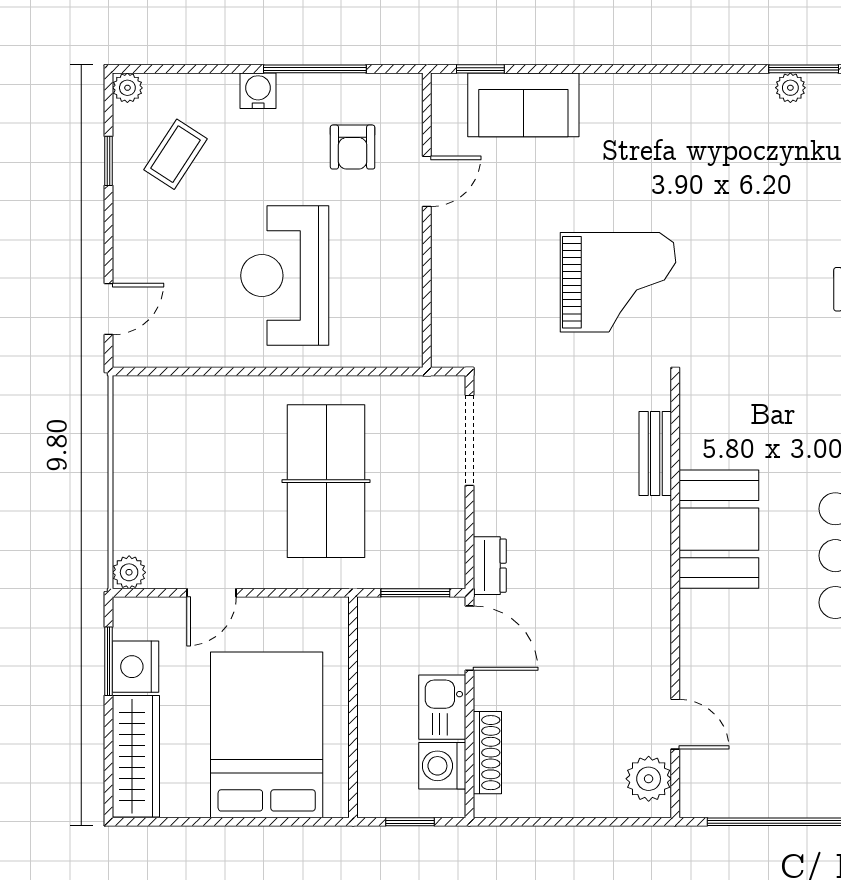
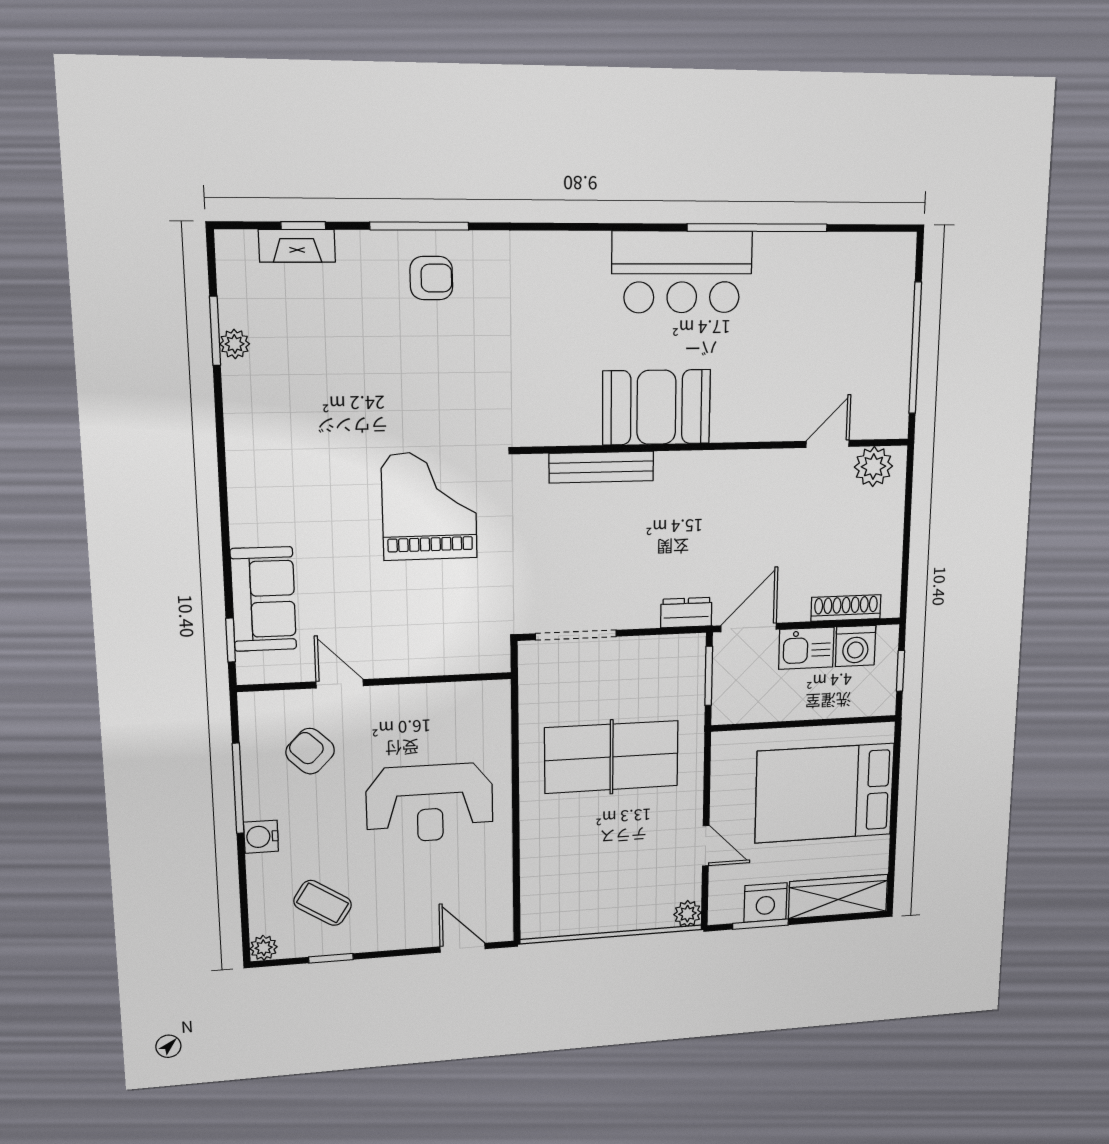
armchair: (353, 147) -> (310, 751), turned -136
bench: (655, 453) -> (601, 467), width x1.36

